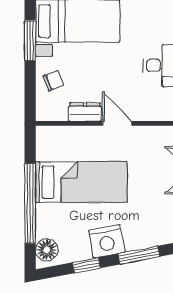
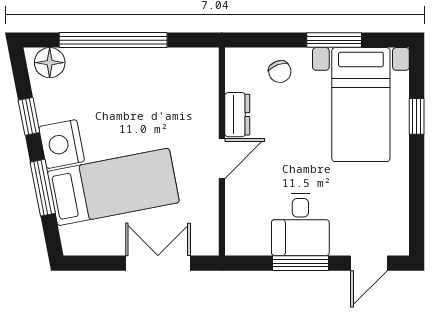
bed: (81, 182) -> (113, 187), moved, turned -101

